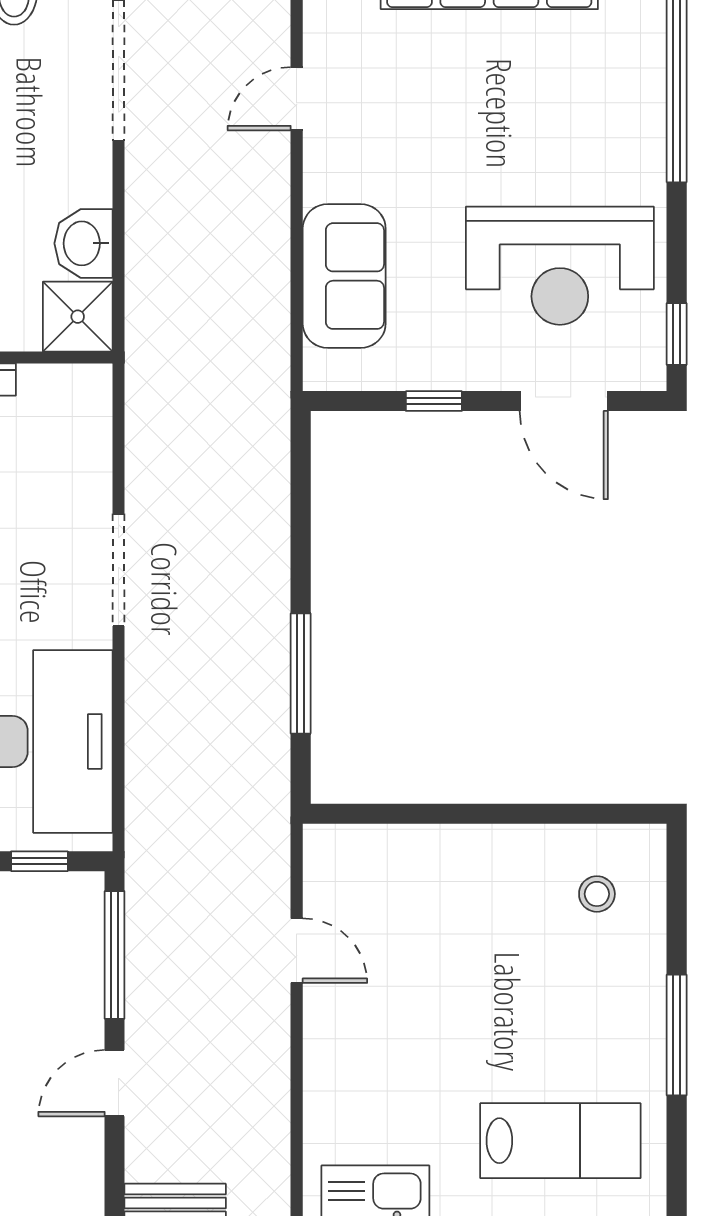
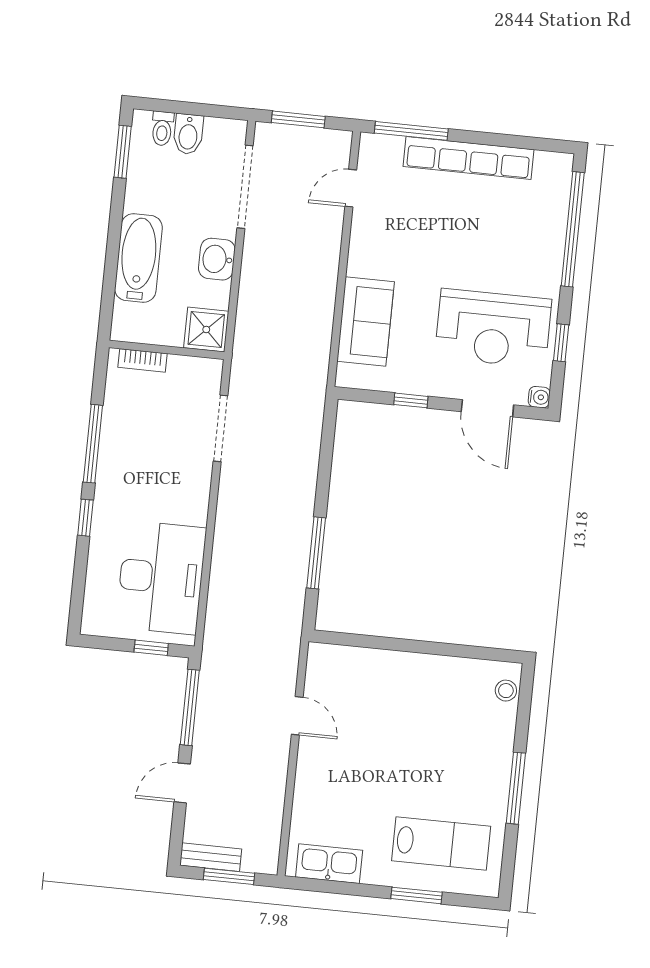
door: (297, 99) -> (351, 188), moved
washbasin: (84, 243) -> (217, 259), moved
window: (677, 334) -> (561, 343), moved
water cooler: (649, 373) -> (539, 397), added
doorway: (119, 570) -> (220, 428), moved
stool: (597, 894) -> (506, 691), moved

